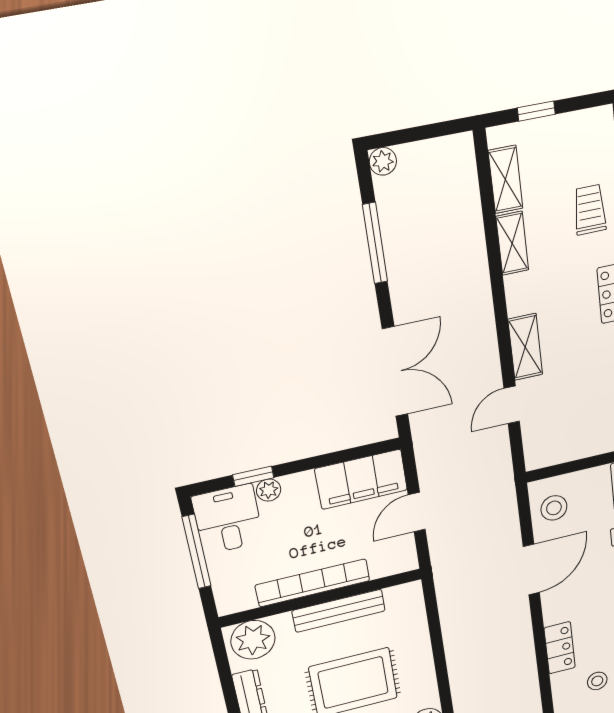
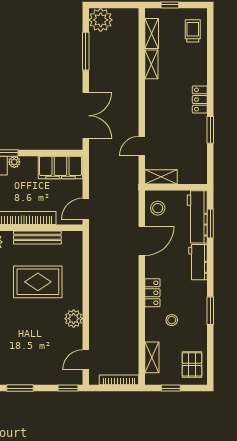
plant: (383, 161) -> (101, 20), width x1.87, depth x1.87
trolley: (590, 210) -> (193, 31), moved
shelving: (525, 347) -> (161, 177), moved, turned 90
door: (417, 512) -> (86, 209), moved

